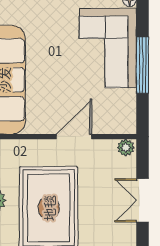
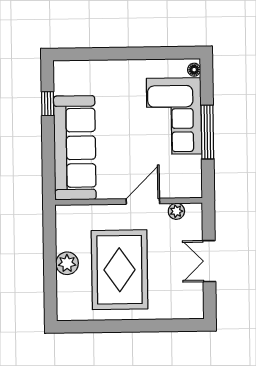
plant: (126, 148) -> (176, 211), moved

